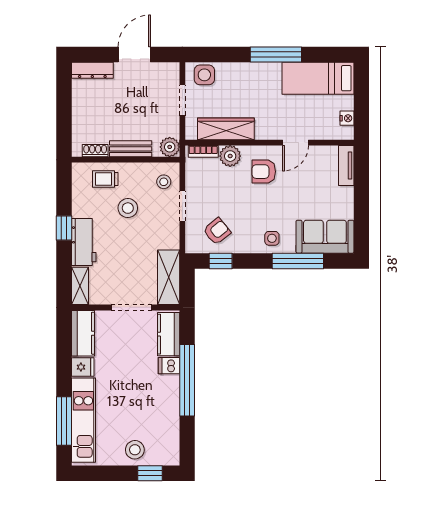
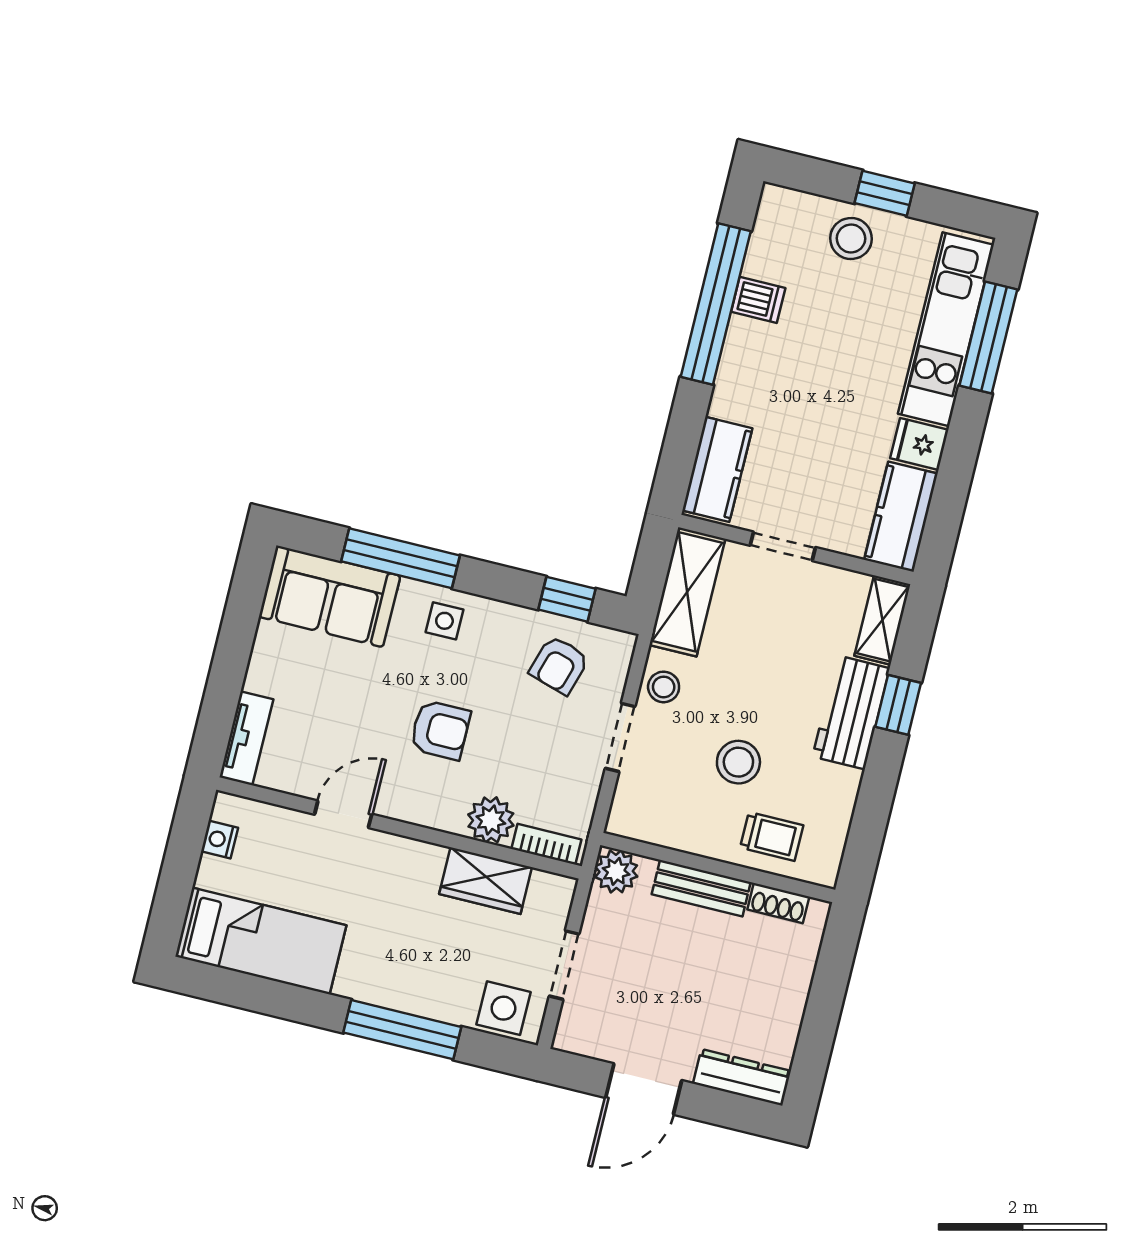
window: (276, 54) -> (402, 1030), moved
wardrobe: (226, 129) -> (485, 881), width x0.67
armchair: (264, 172) -> (440, 730), moved
stool: (164, 182) -> (664, 687), moved
window: (64, 228) -> (898, 705), moved
armchair: (217, 231) -> (559, 665), turned -34
doorway: (132, 307) -> (783, 546), width x0.73
dishwasher: (169, 366) -> (758, 300), moved
window: (187, 380) -> (716, 304), moved
window: (150, 473) -> (885, 193), moved

